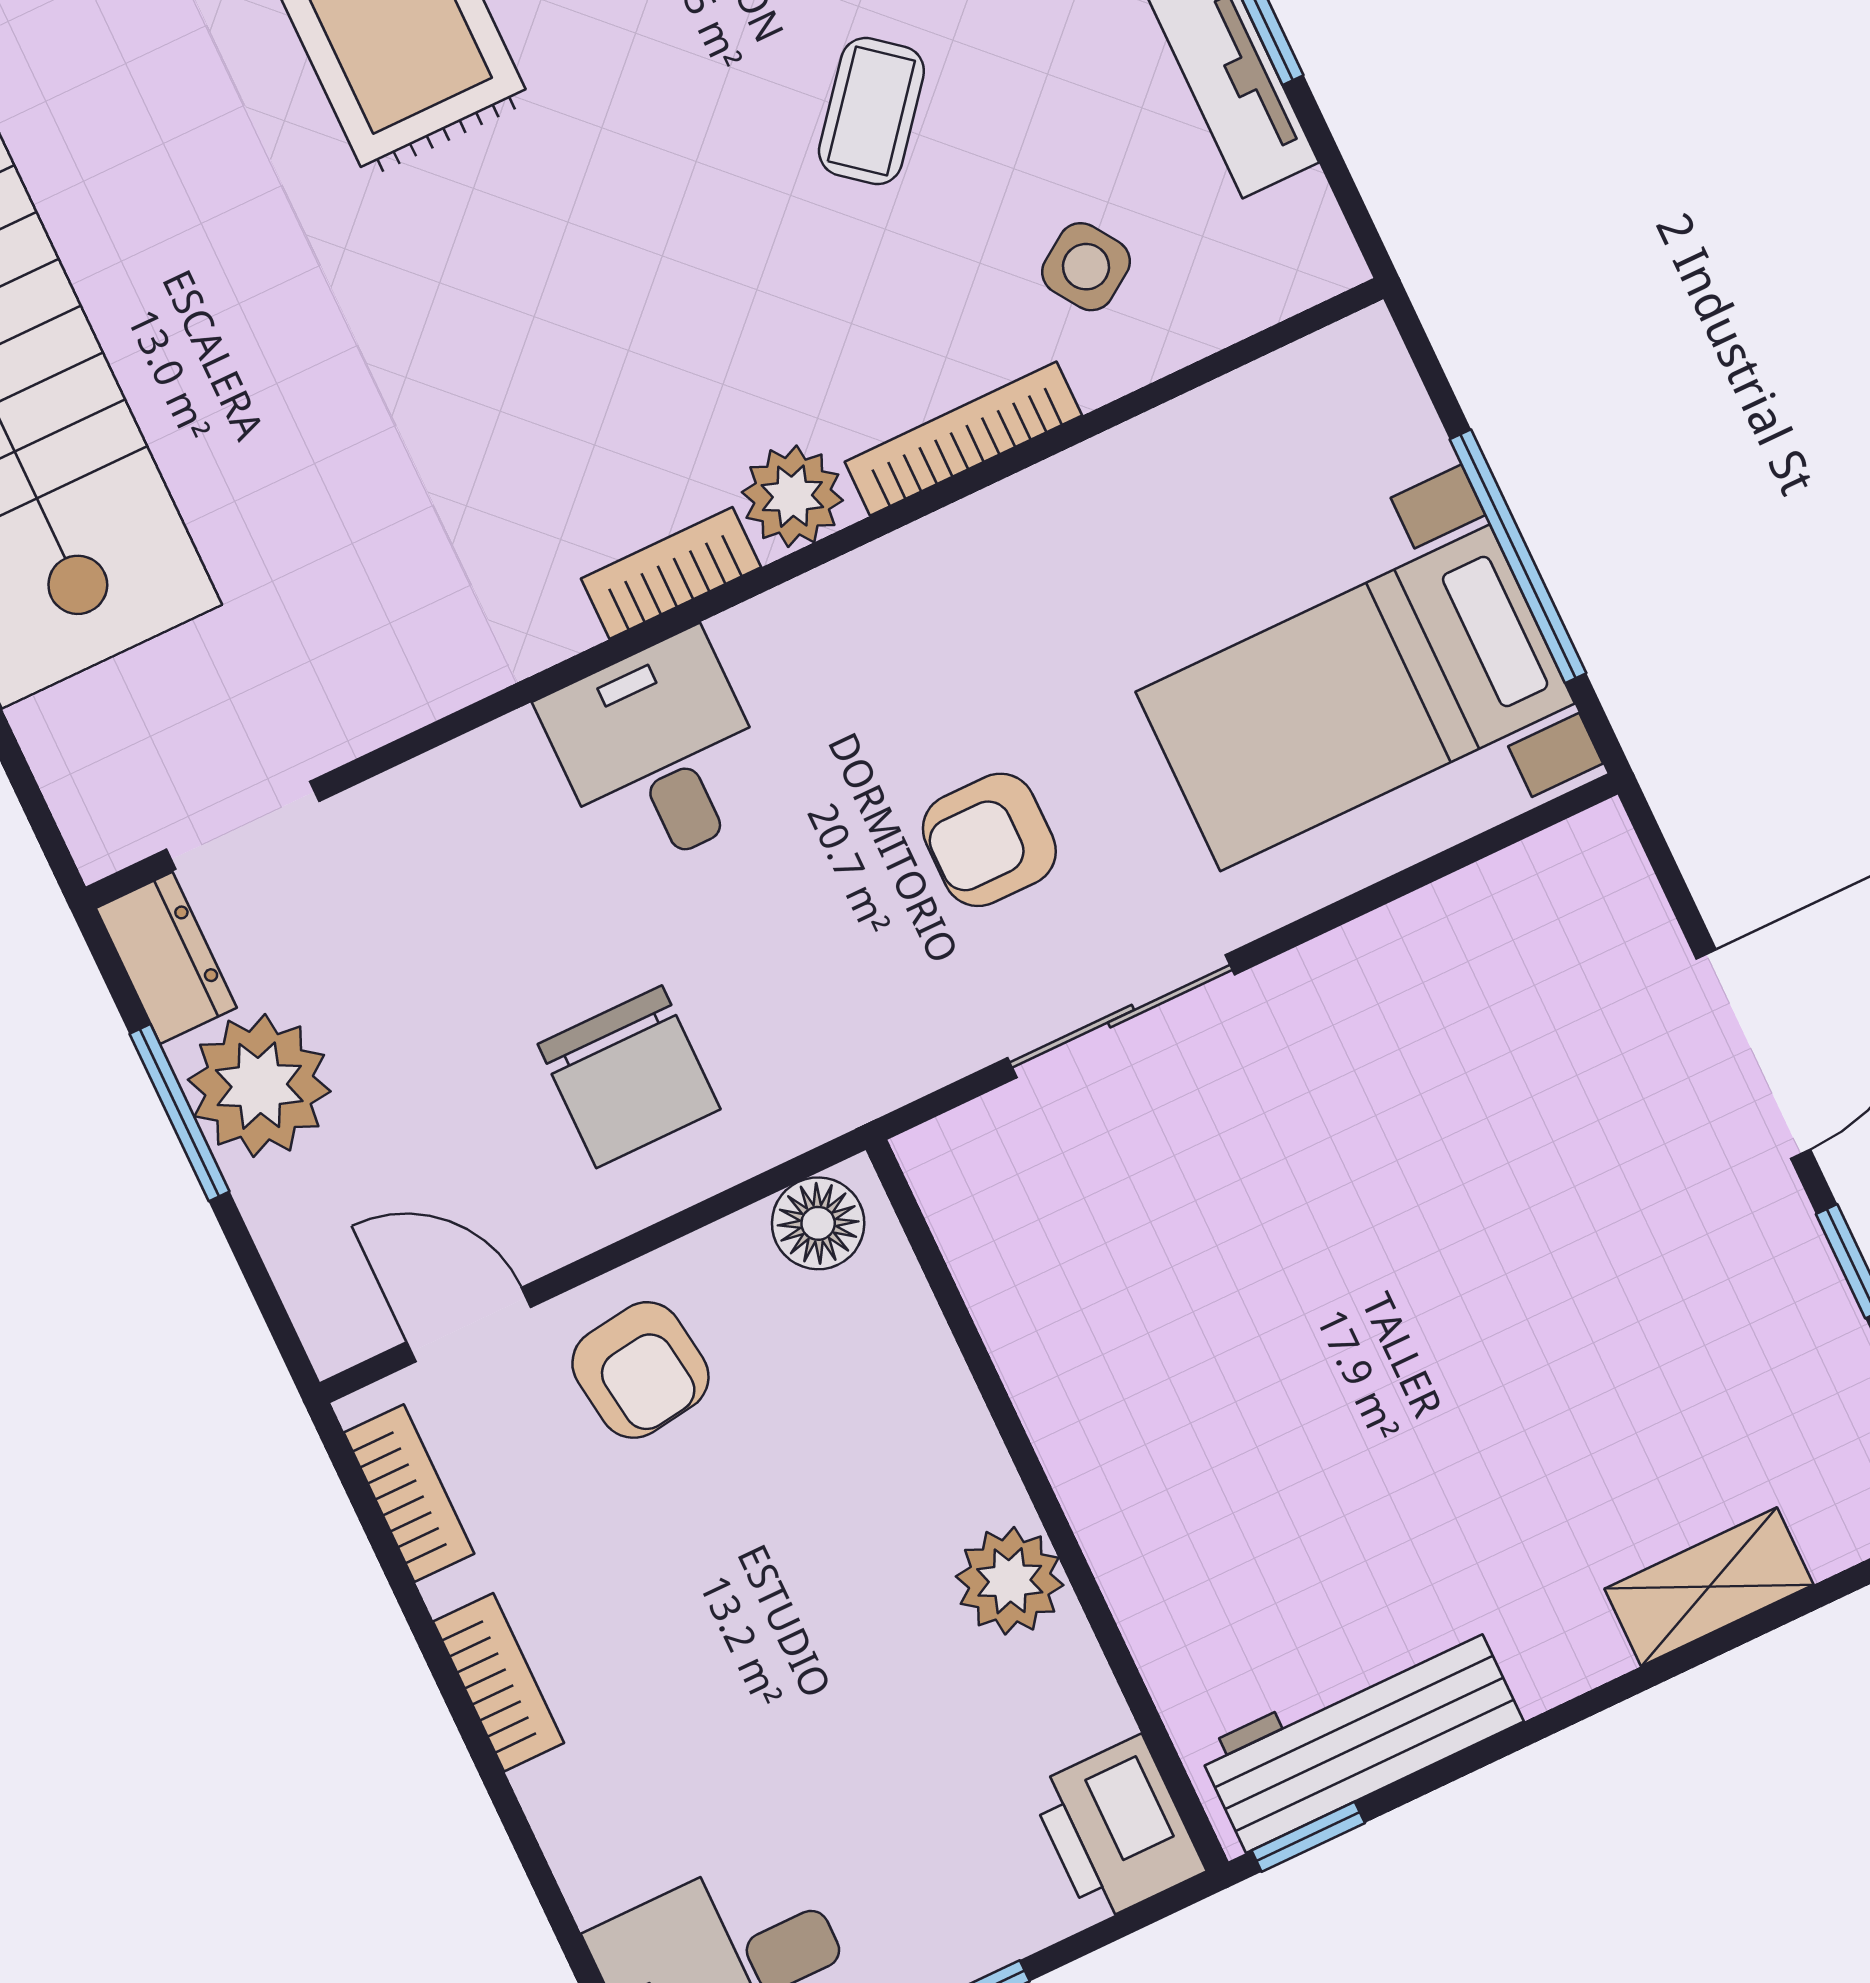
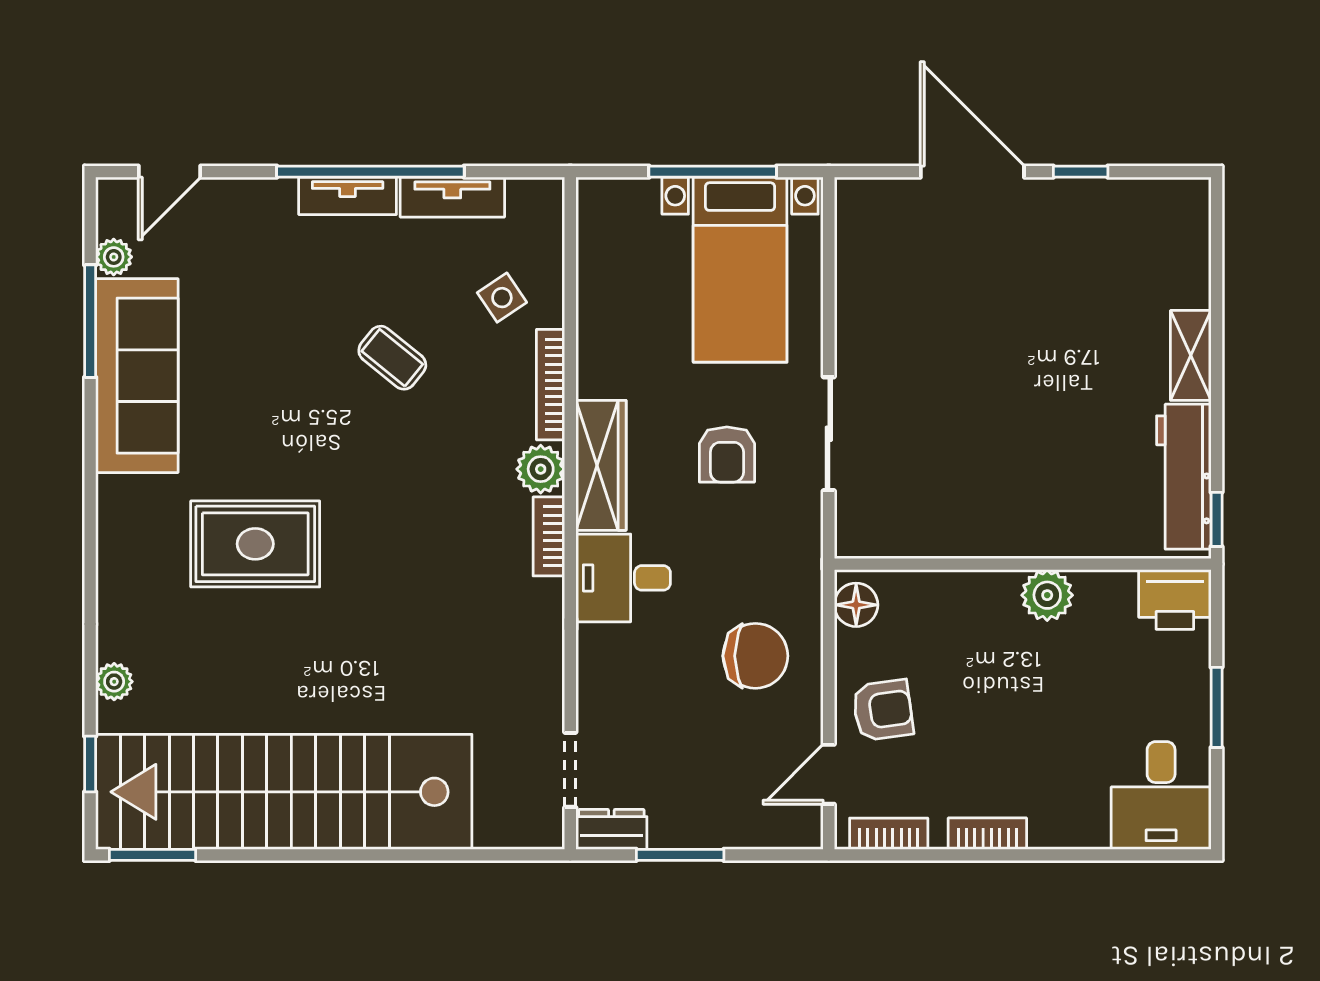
wardrobe: (854, 608) -> (601, 465), added
plant: (259, 1086) -> (685, 815), removed
shelving: (1709, 1587) -> (1191, 355), moved

